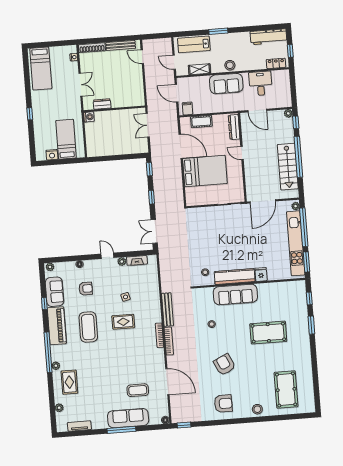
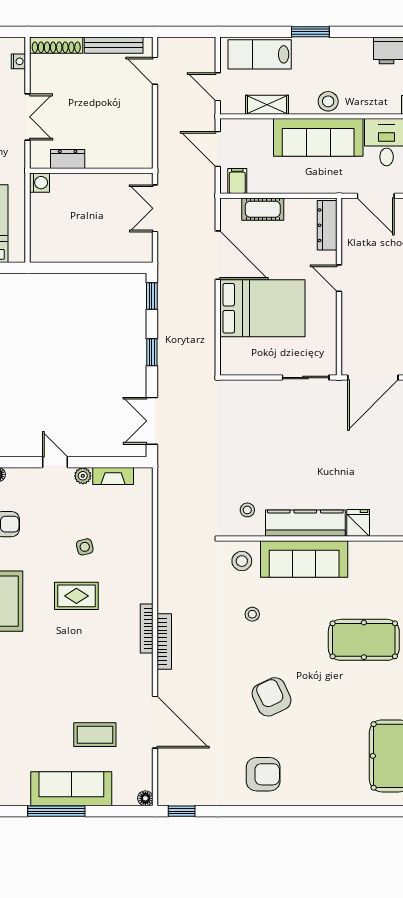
sofa: (226, 84) -> (318, 137), width x1.36
bench: (167, 310) -> (166, 579), removed
stool: (257, 409) -> (242, 561), moved

